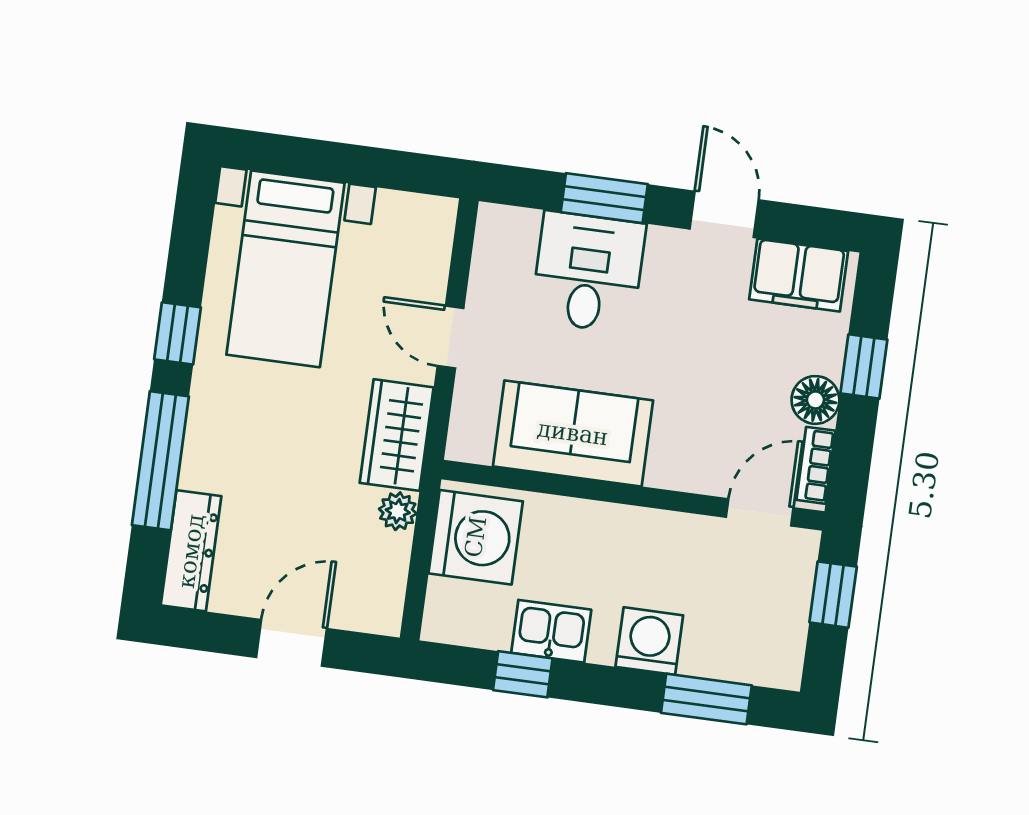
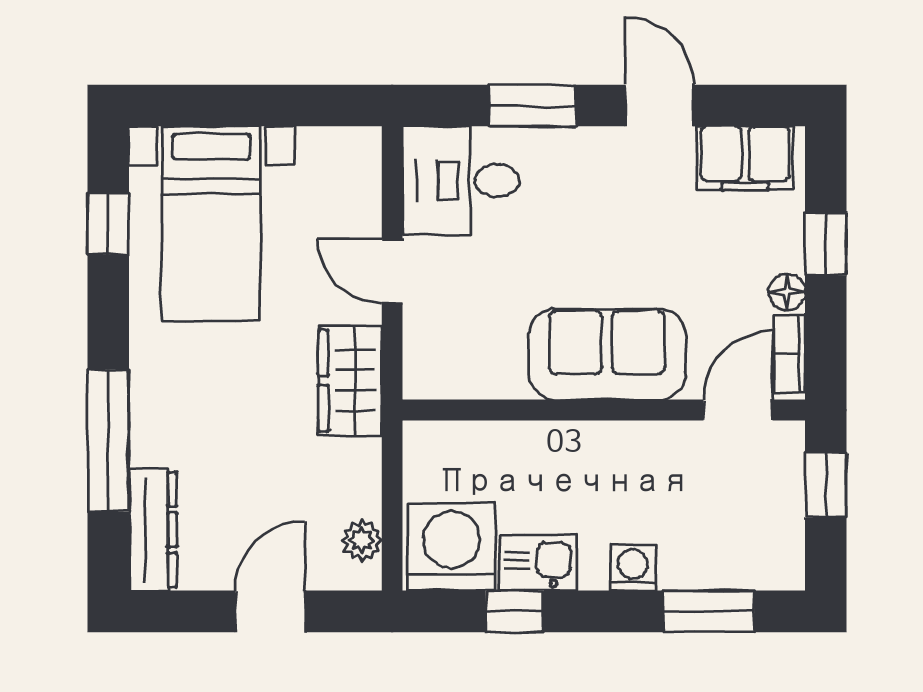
desk: (588, 272) -> (461, 180), moved, turned -90
window: (178, 333) -> (108, 224), moved
floor lamp: (815, 400) -> (787, 292), width x0.73, depth x0.73
sofa: (573, 433) -> (607, 354), moved
plant: (398, 511) -> (362, 540), moved
washing machine: (476, 537) -> (451, 547), moved, turned -90
washing machine: (649, 641) -> (633, 568), width x0.73, depth x0.73

